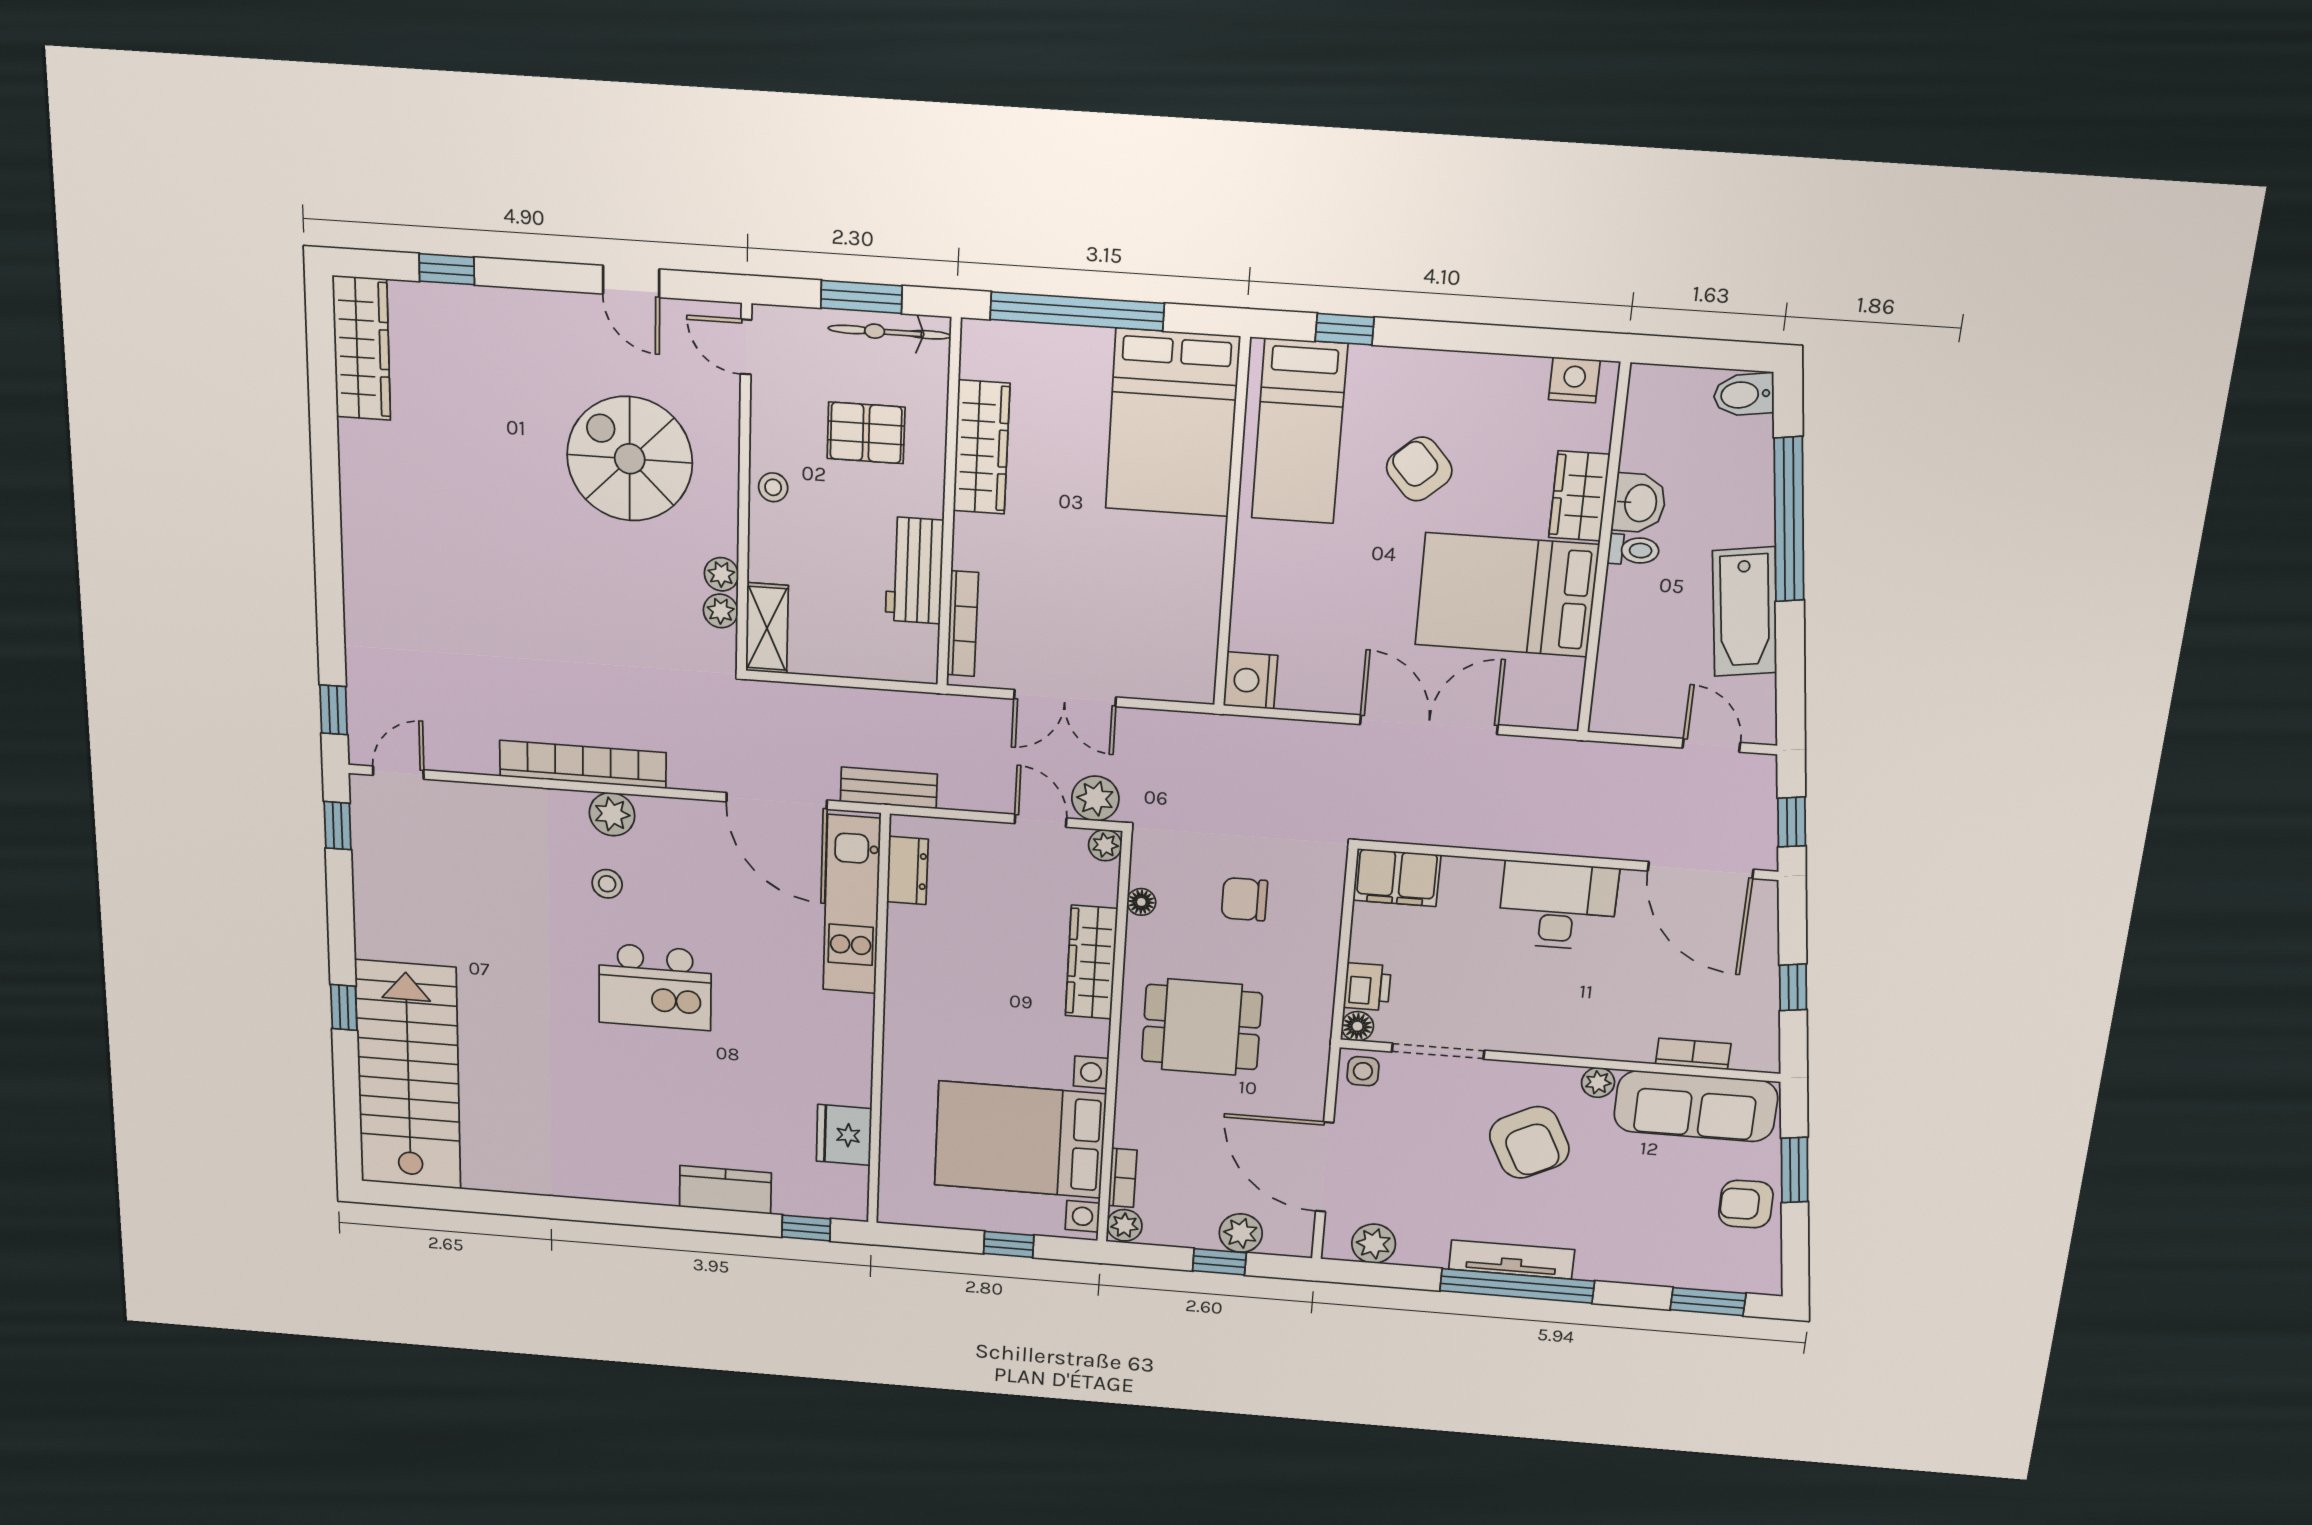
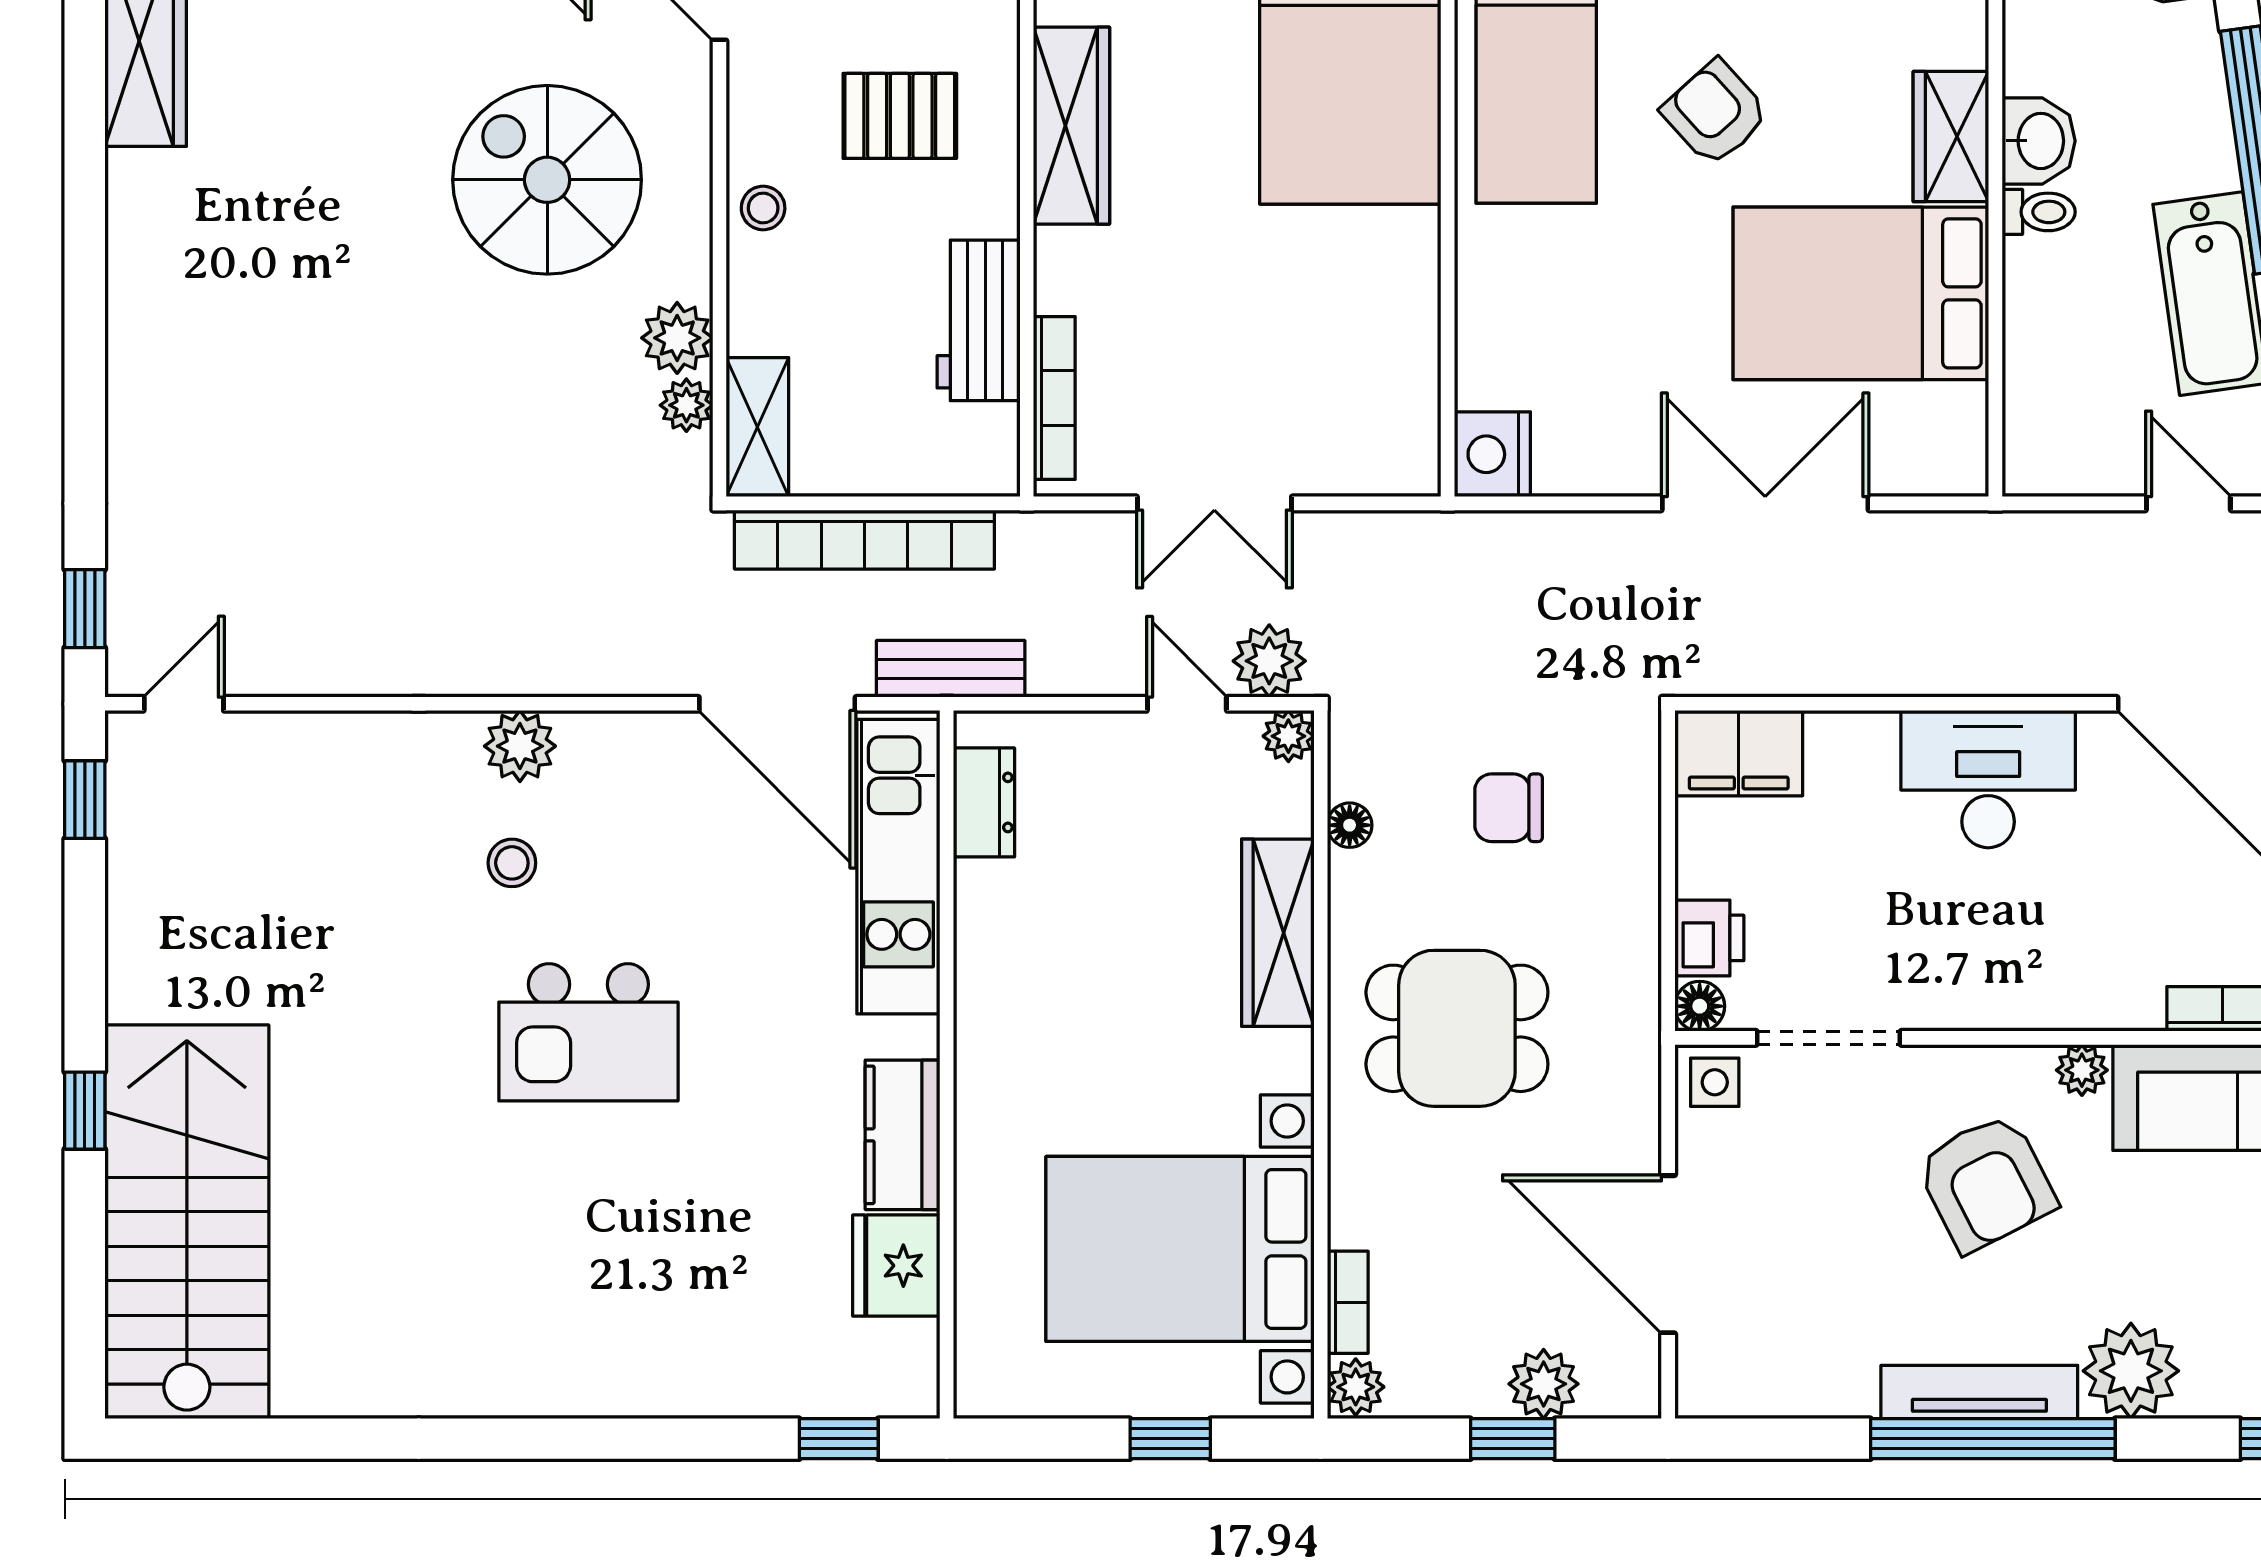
plant: (721, 574) -> (677, 338), width x1.38, depth x1.38
bookcase: (583, 764) -> (864, 540), moved, turned 180
kitchen counter: (725, 1190) -> (903, 1135), moved, turned -90
plant: (1374, 1244) -> (2131, 1371), moved, width x1.36, depth x1.36

